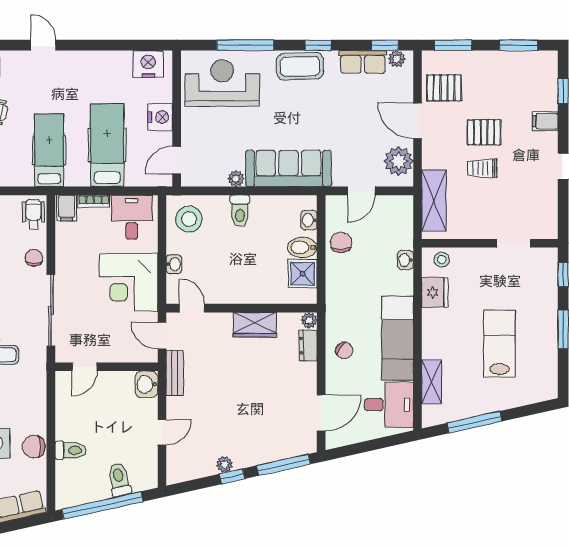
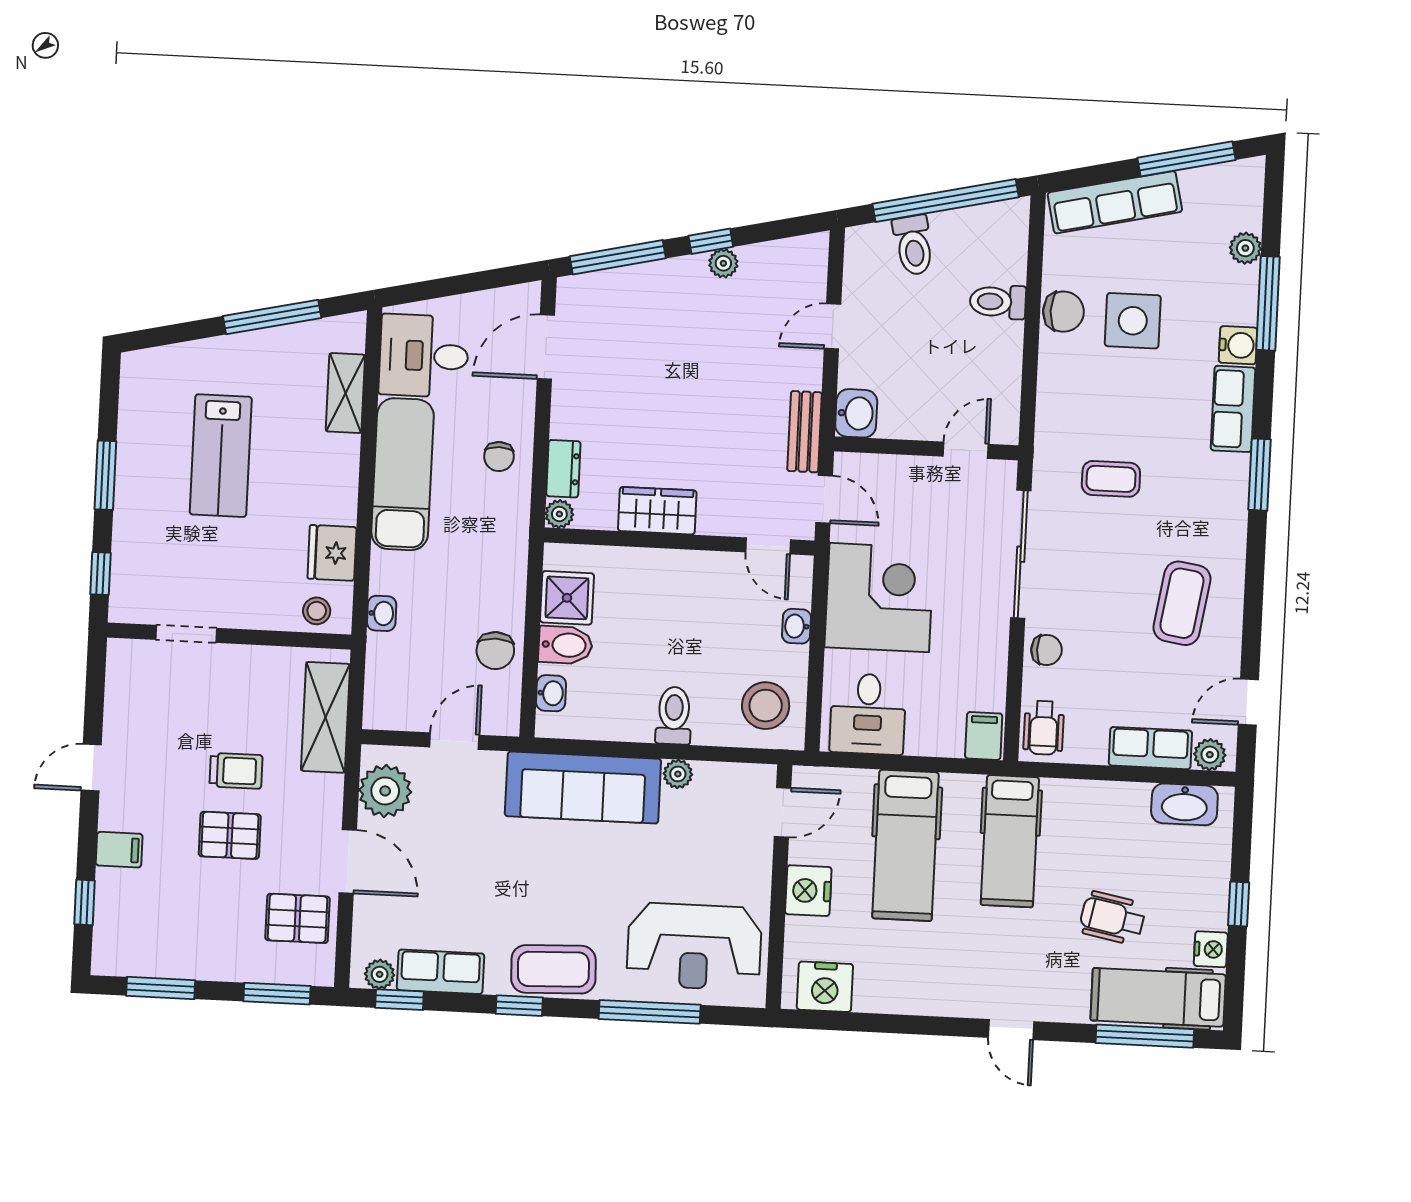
bookcase: (94, 201) -> (934, 746), removed
chair: (34, 258) -> (1047, 650), turned -90
chair: (344, 351) -> (499, 457), turned -125

